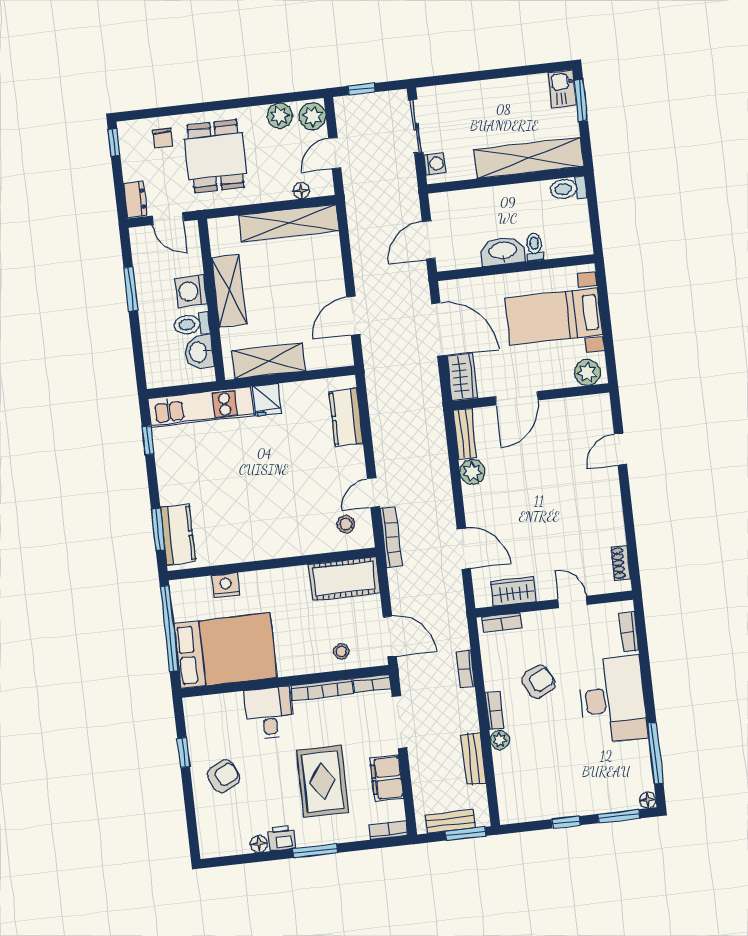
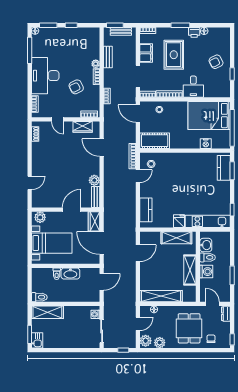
shelving: (529, 158) -> (47, 312), width x0.68

